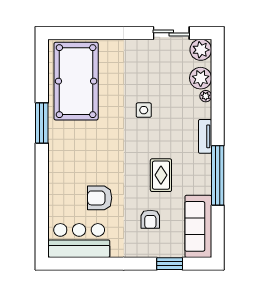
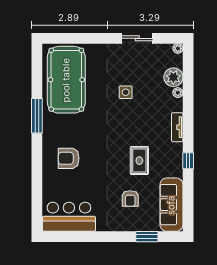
sliding door: (171, 33) -> (137, 38), moved
plant: (201, 50) -> (178, 48), width x0.53, depth x0.53
side table: (144, 110) -> (126, 92), moved
window: (218, 175) -> (188, 161), width x0.32
armchair: (100, 198) -> (69, 158), moved

